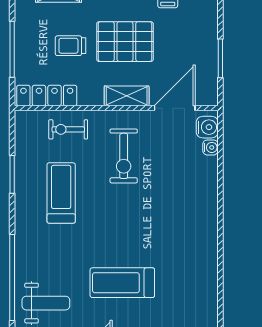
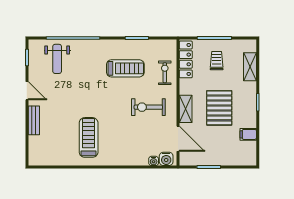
trolley: (71, 46) -> (217, 61), moved
treadmill: (122, 283) -> (89, 137), moved

